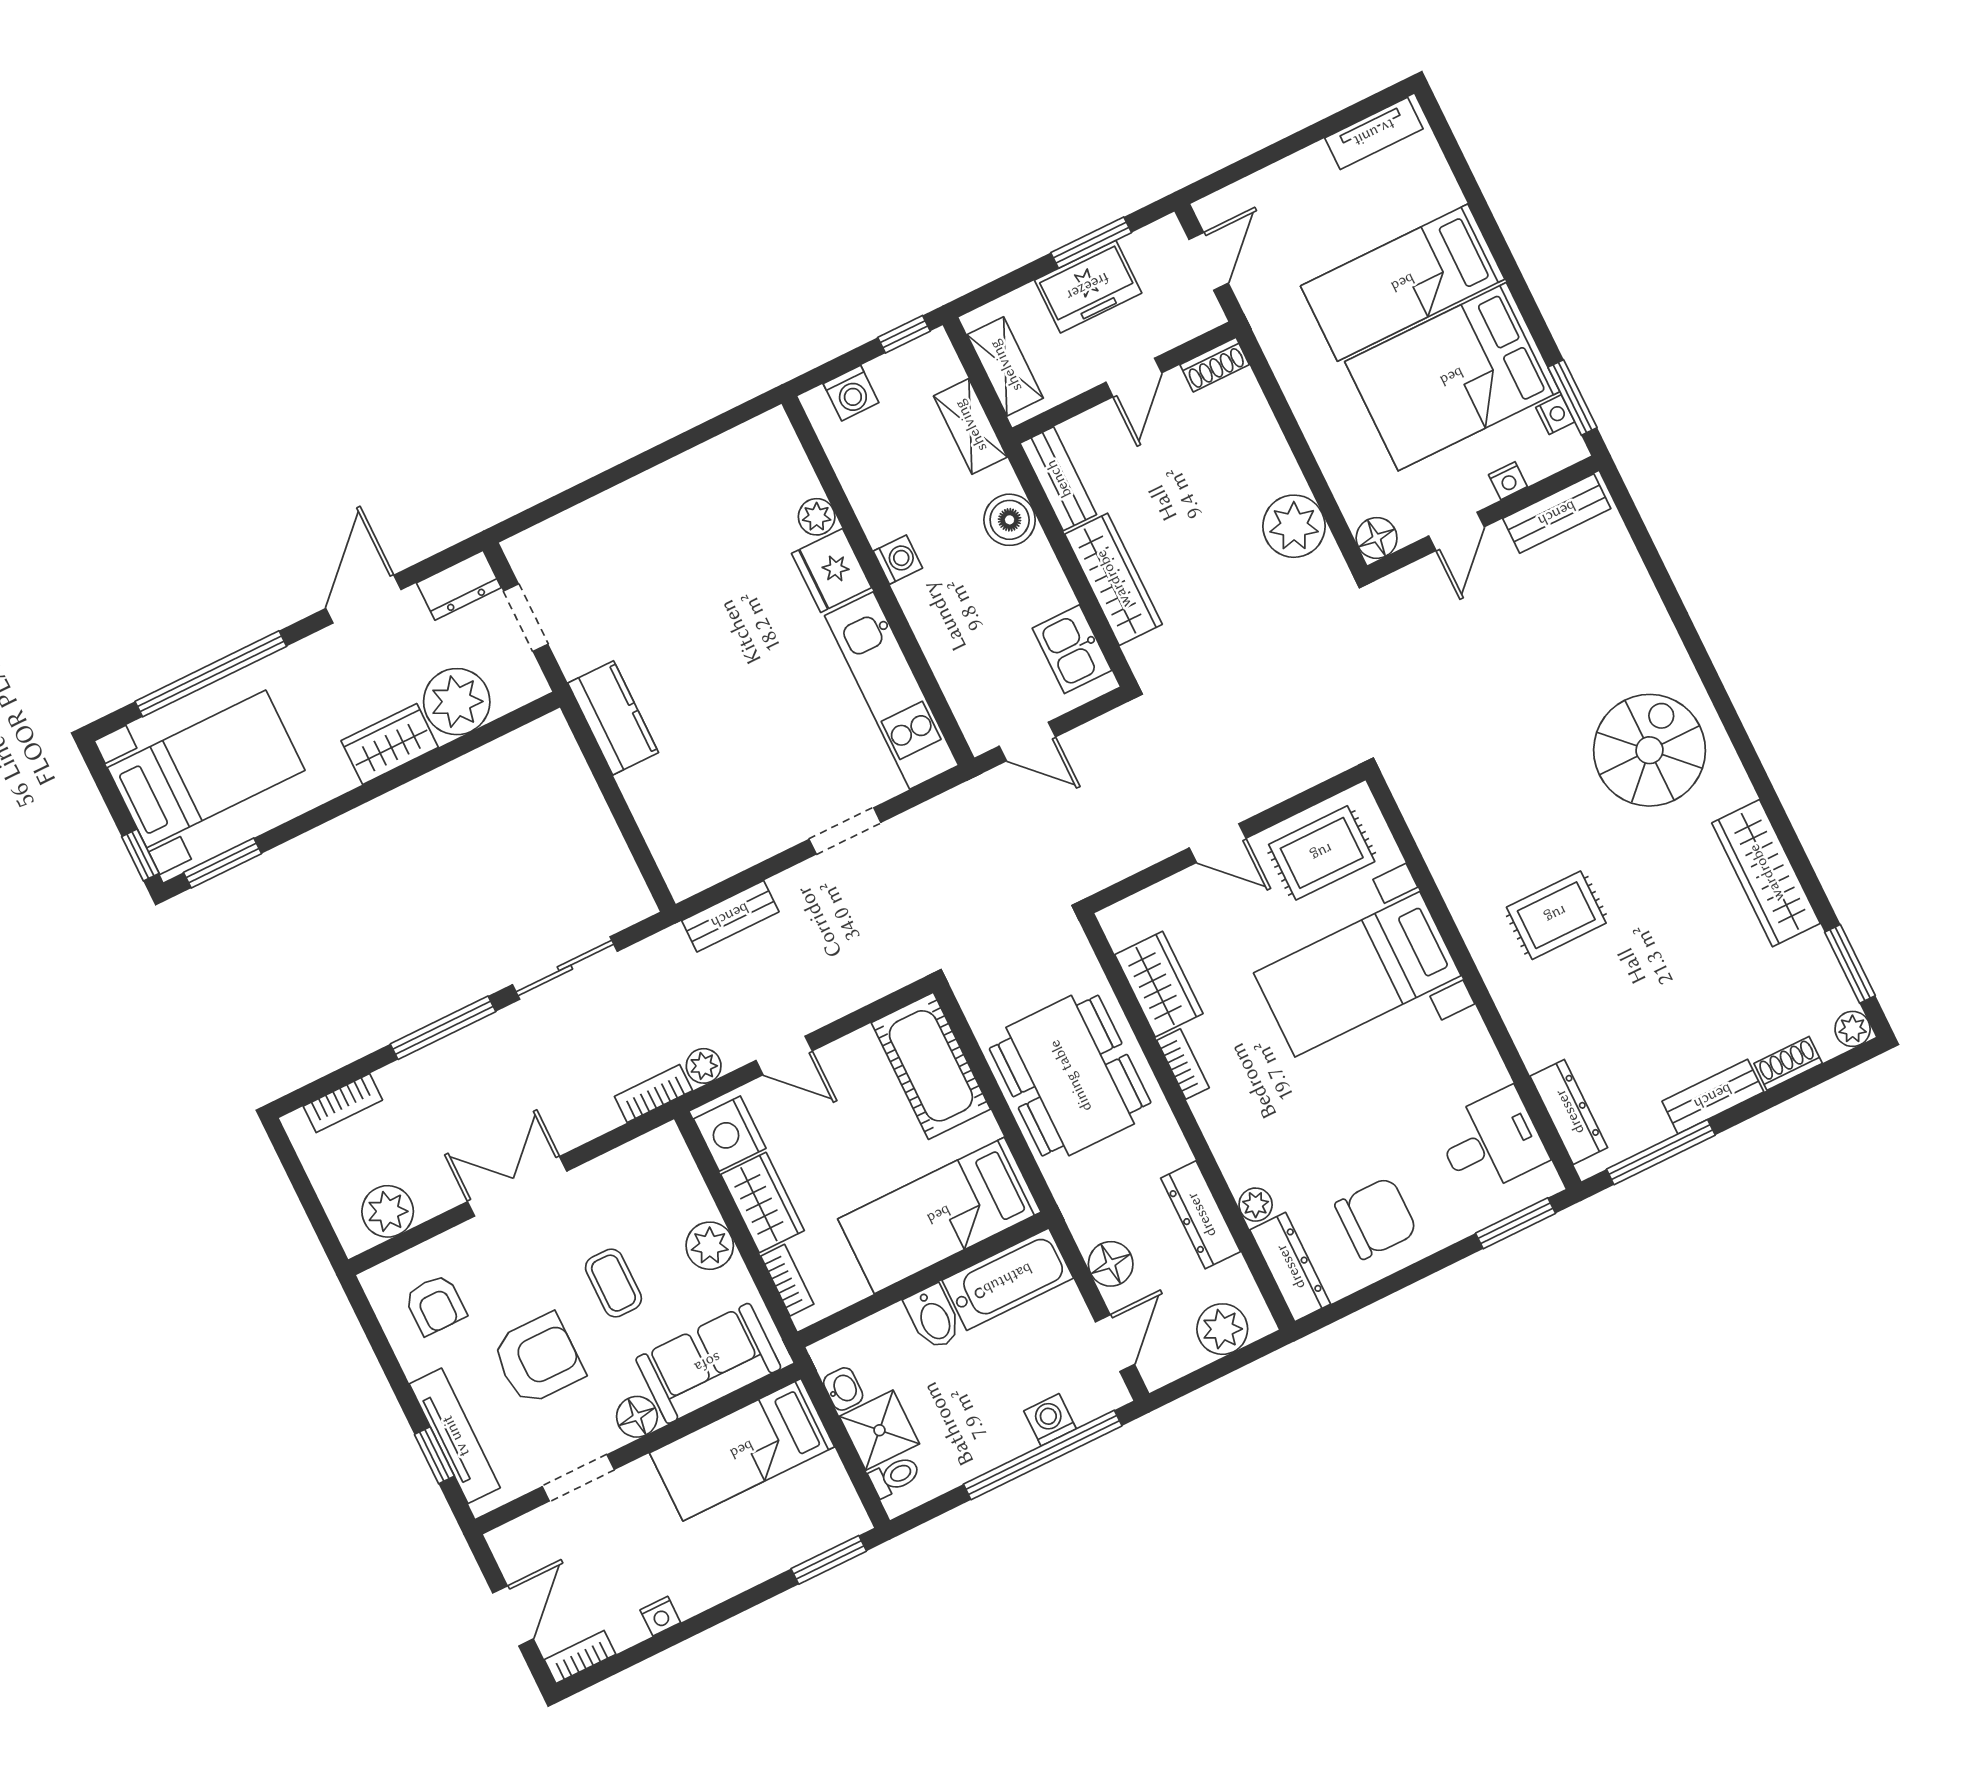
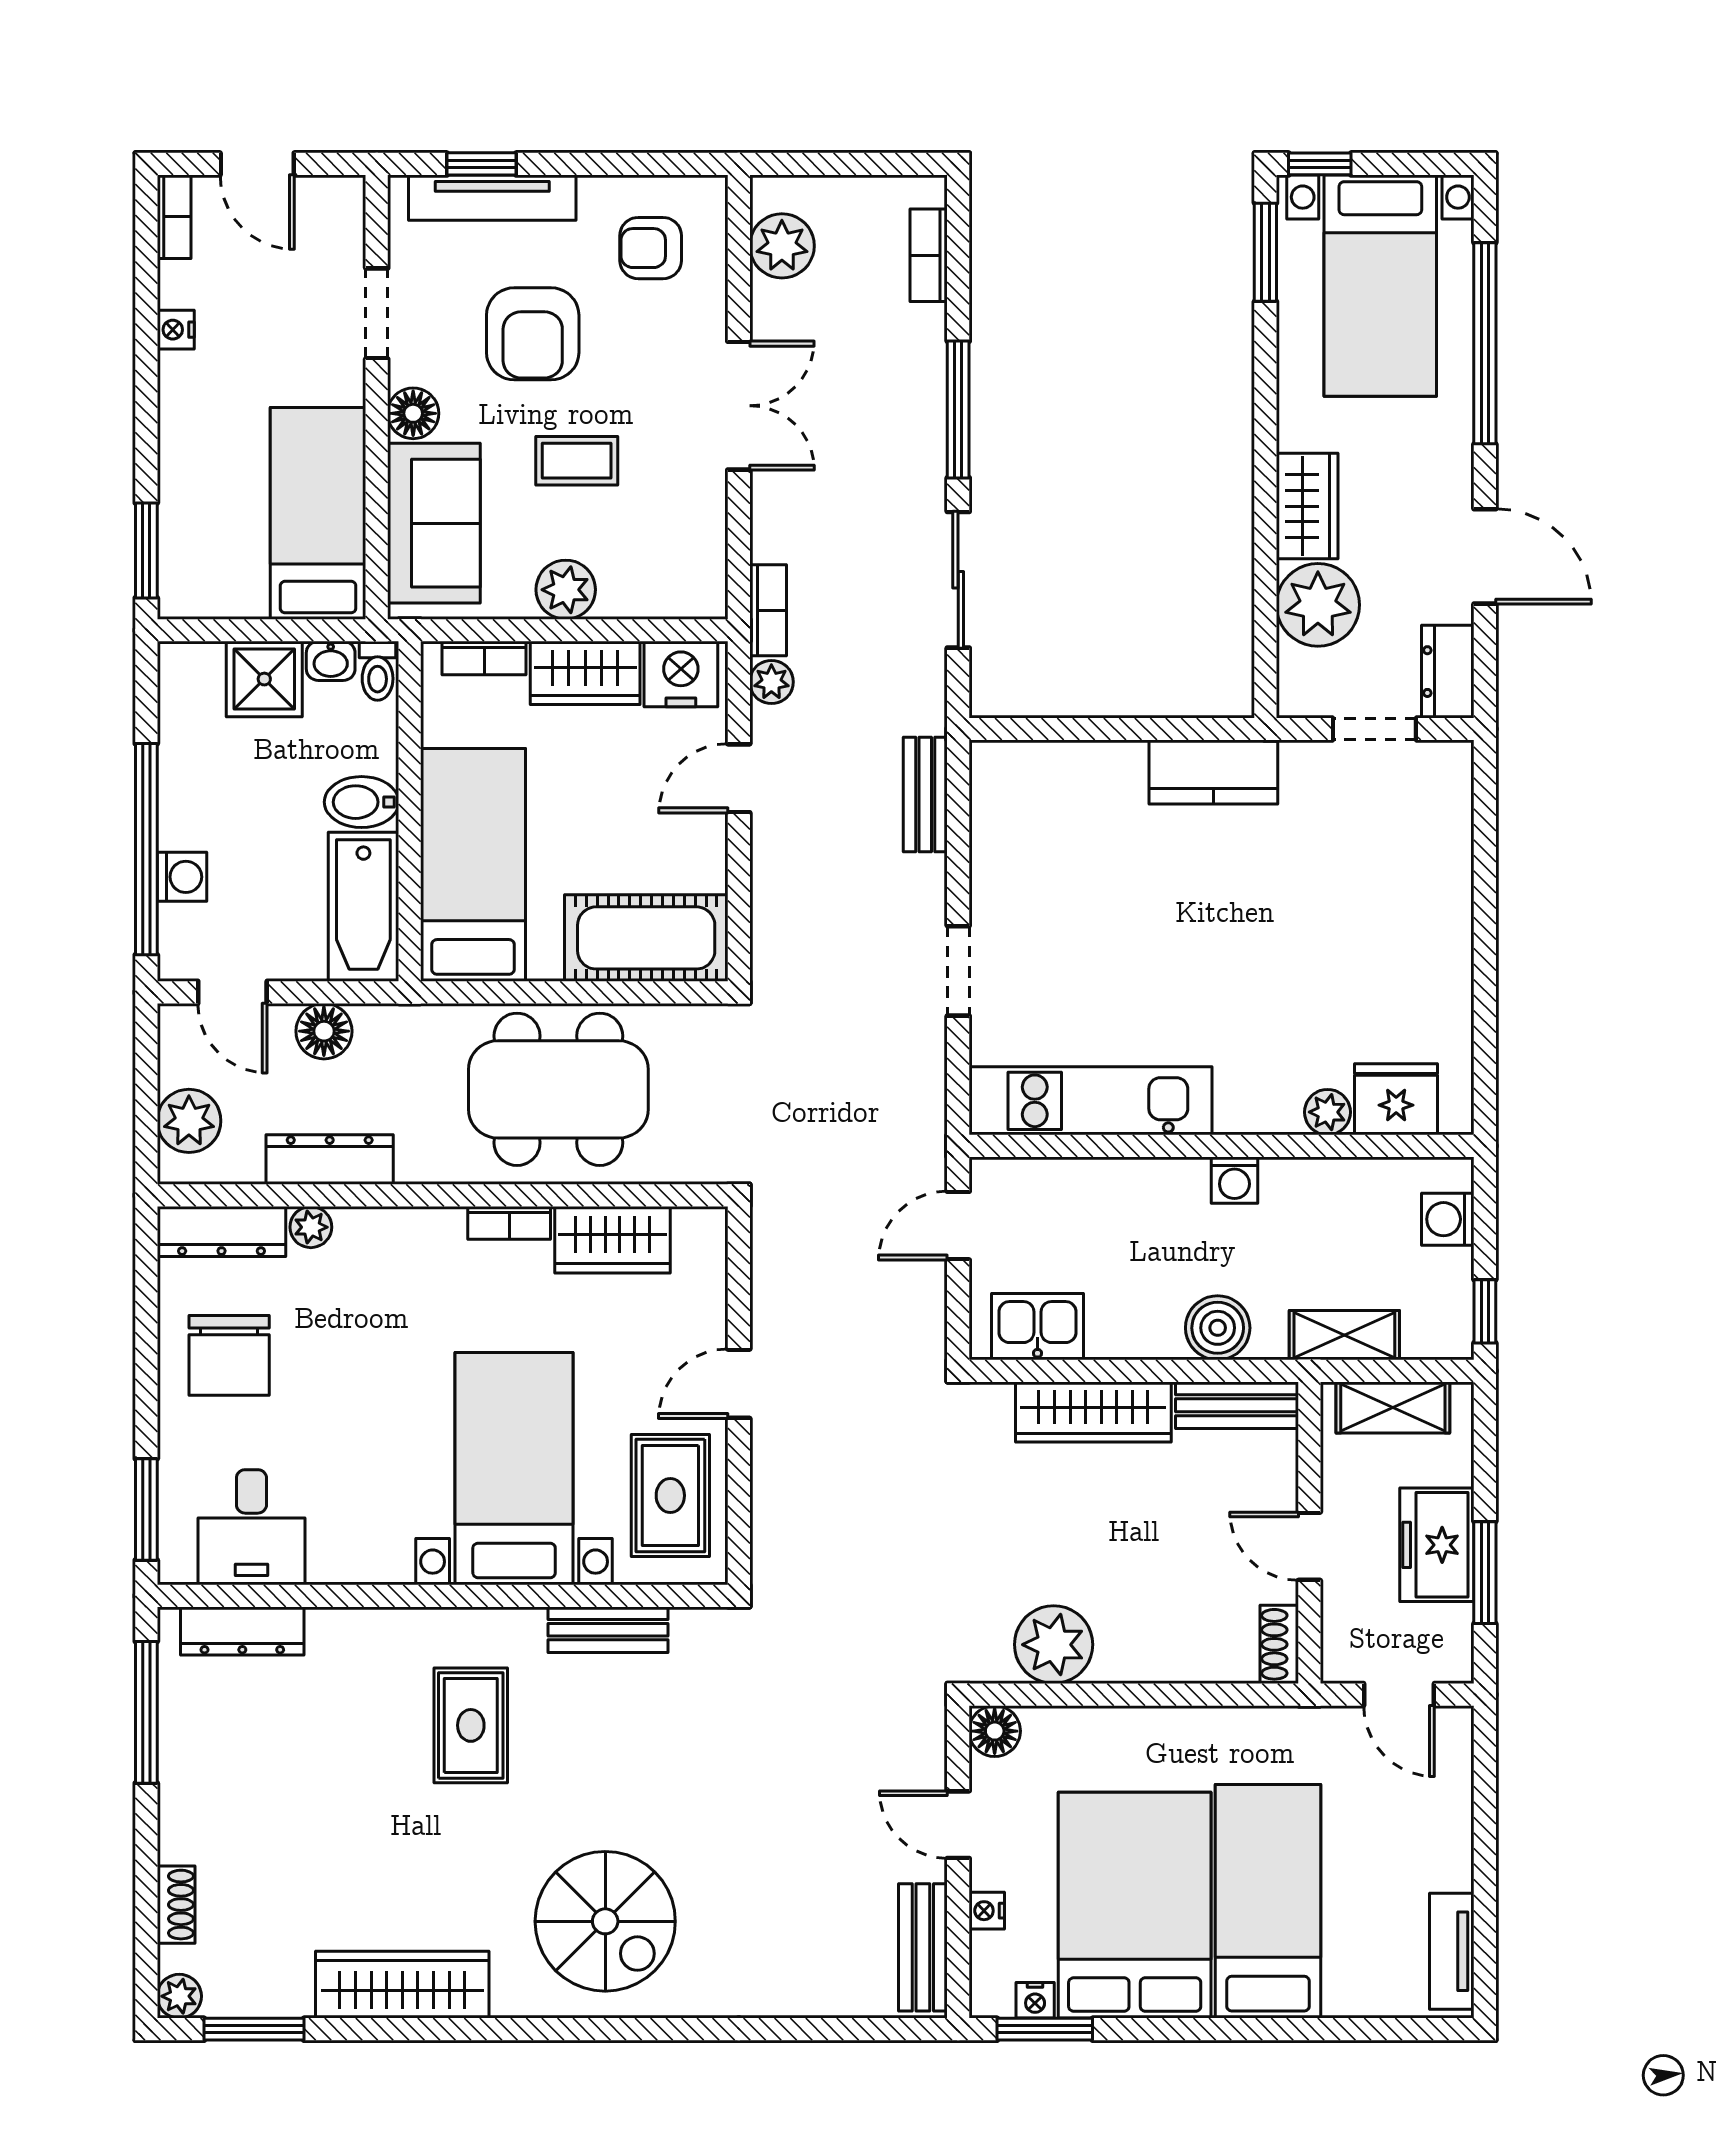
fridge: (832, 570) -> (1396, 1099), moved
bench: (1713, 1097) -> (608, 1630), moved, turned 90
toilet: (895, 1476) -> (378, 671), moved

